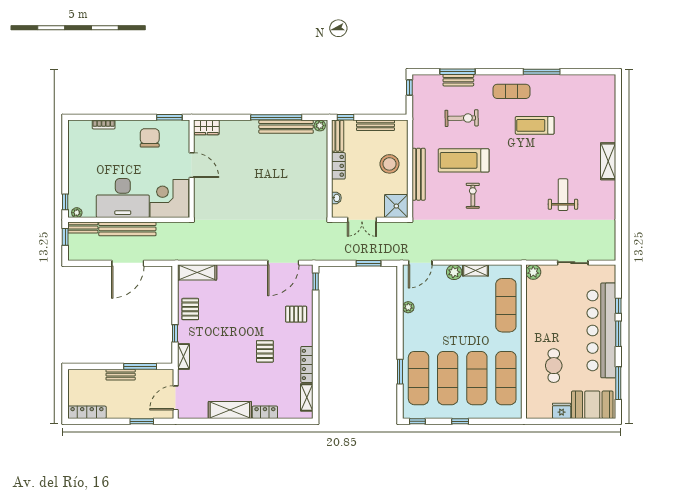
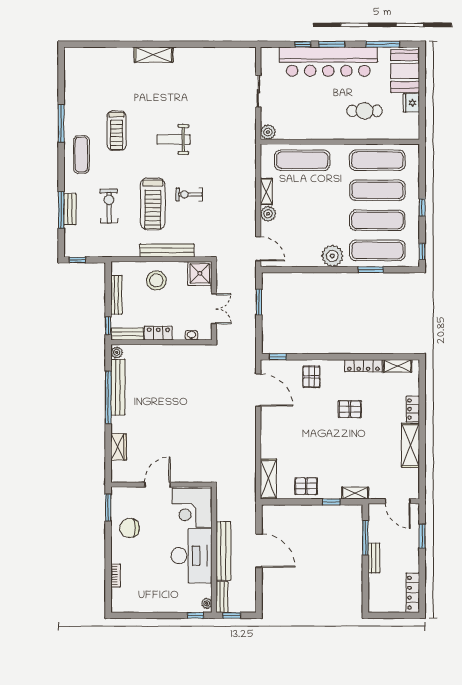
wardrobe: (206, 127) -> (119, 447), moved
weight bench: (563, 195) -> (174, 139), moved
plant: (408, 307) -> (332, 256), moved, width x1.87, depth x1.87

